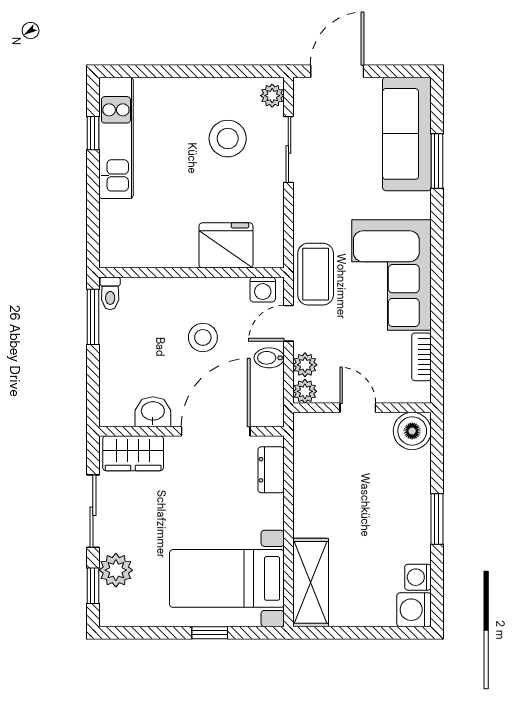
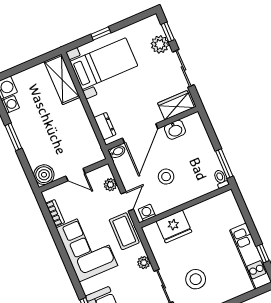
bidet: (269, 358) -> (117, 152), moved
plant: (305, 391) -> (144, 263), moved

